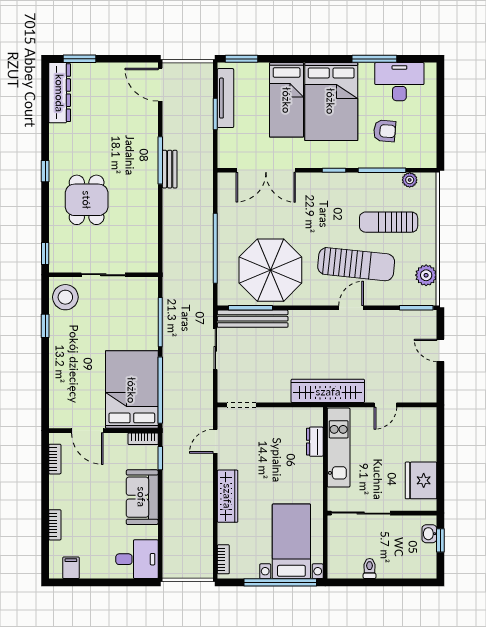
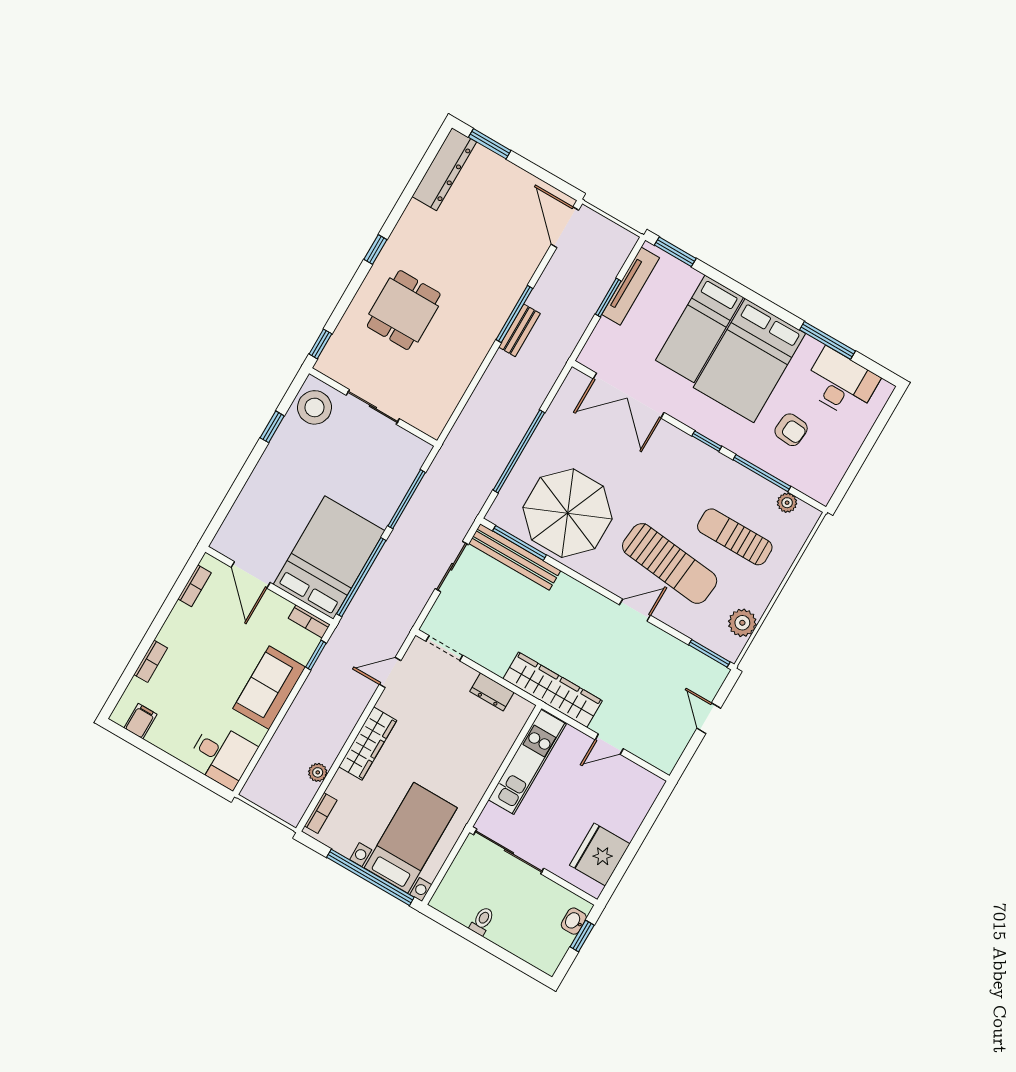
dresser: (315, 442) -> (492, 692), moved, turned -90
plant: (206, 534) -> (318, 772), added

